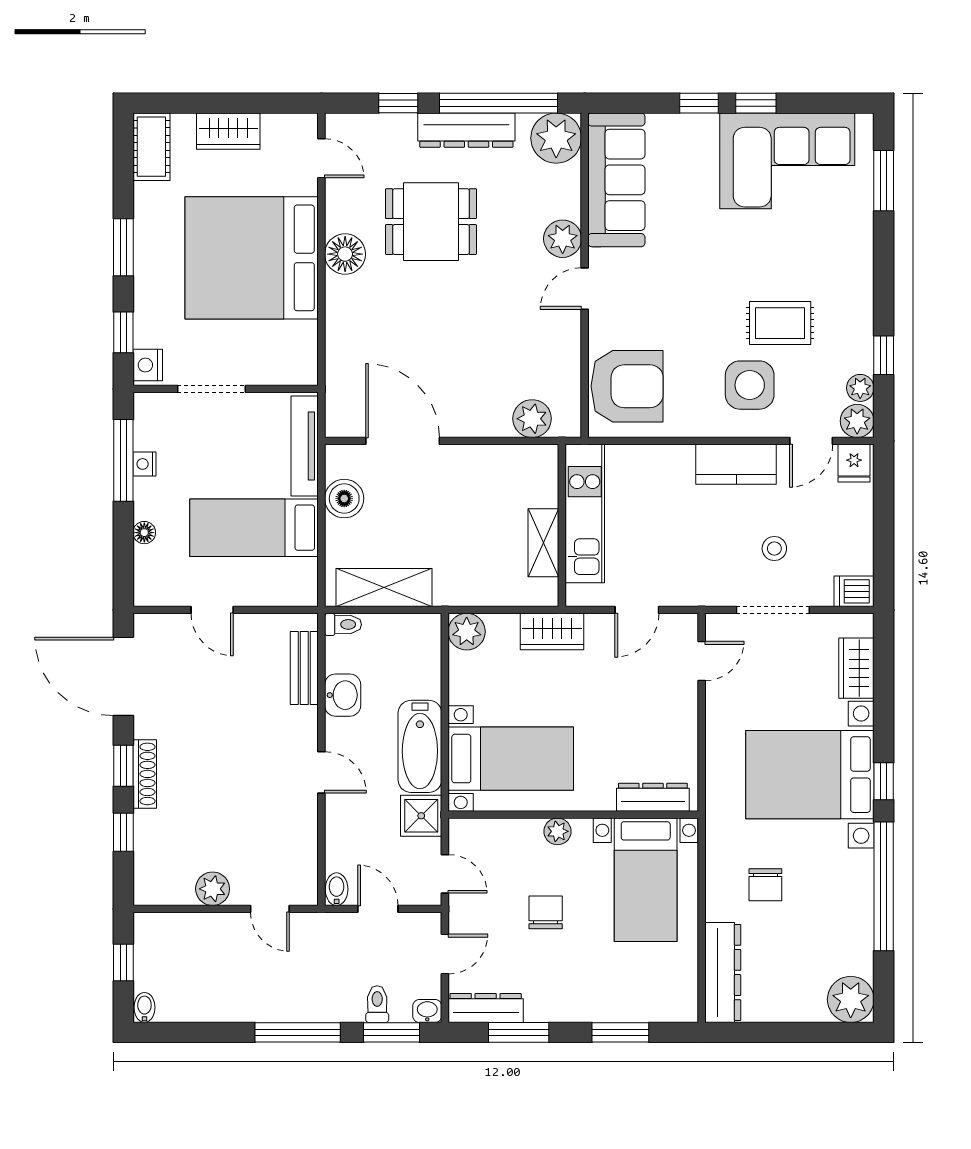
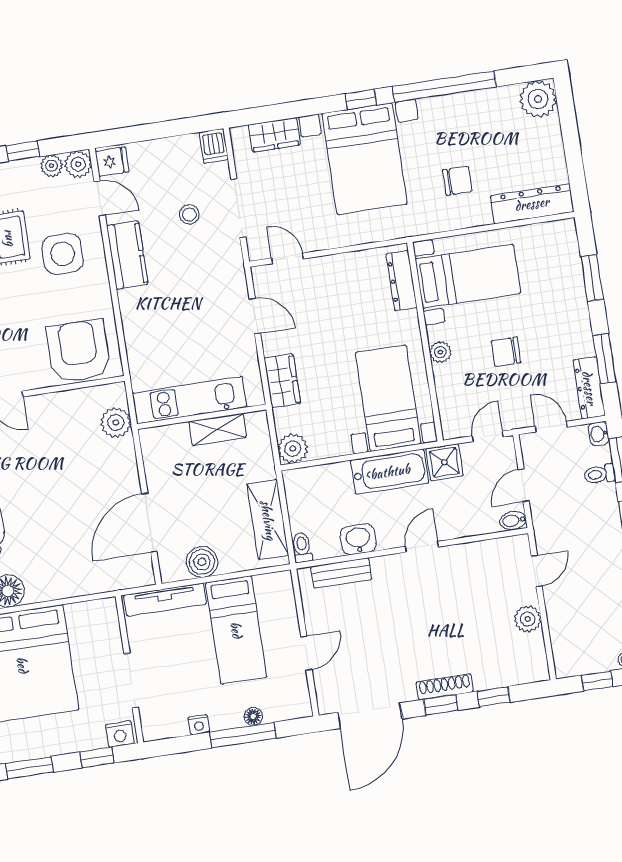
window: (123, 460) -> (243, 735), moved
kitchen unit: (585, 514) -> (189, 400), moved
wall: (562, 525) -> (202, 417), moved
shelving: (543, 543) -> (218, 429), moved

